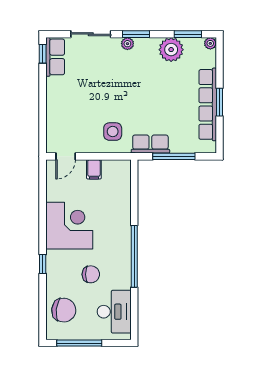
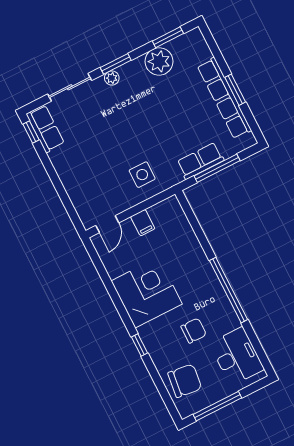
plant: (210, 43) -> (196, 35), removed
row of seats: (150, 144) -> (200, 161), moved

